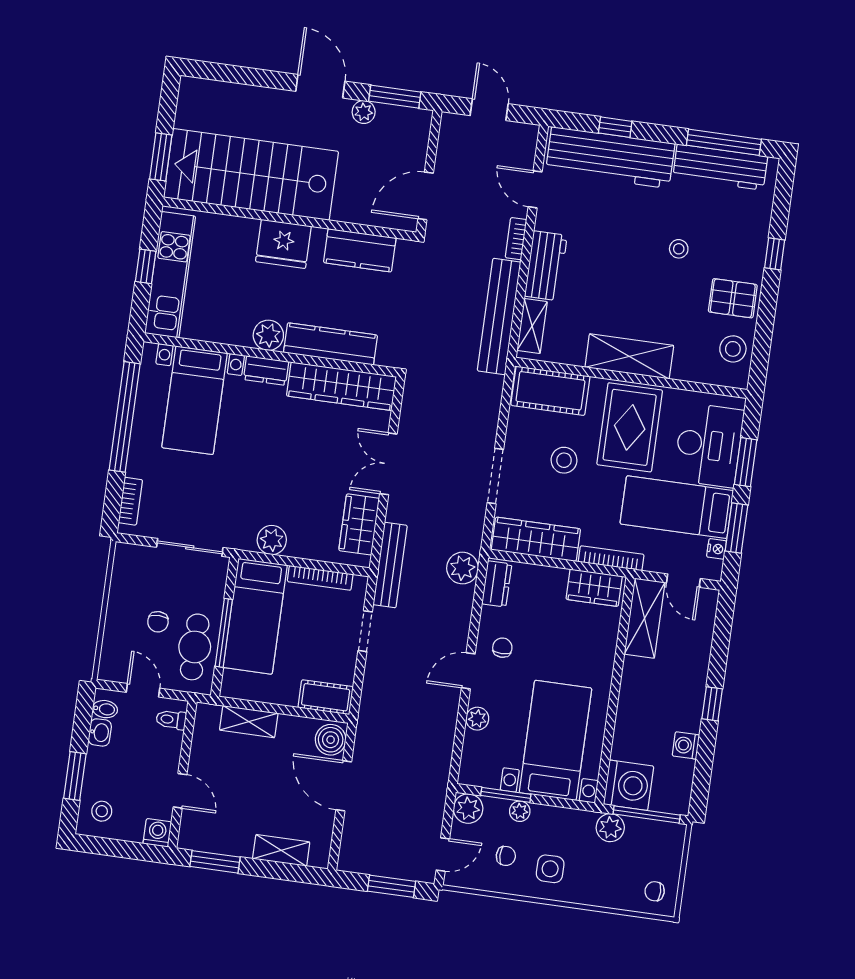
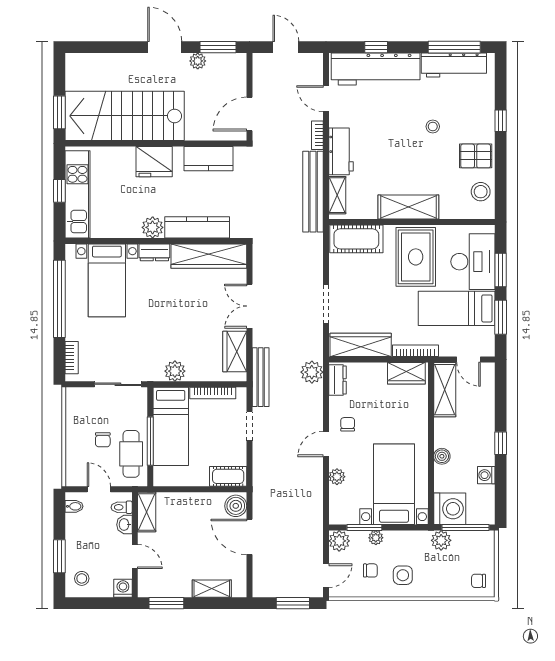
stool: (564, 460) -> (373, 286), removed
nightstand: (717, 549) -> (489, 334), removed
boiler: (628, 710) -> (442, 456), added
shelving: (249, 722) -> (147, 512), moved, turned 90
washbasin: (100, 732) -> (124, 525), moved, turned 180

